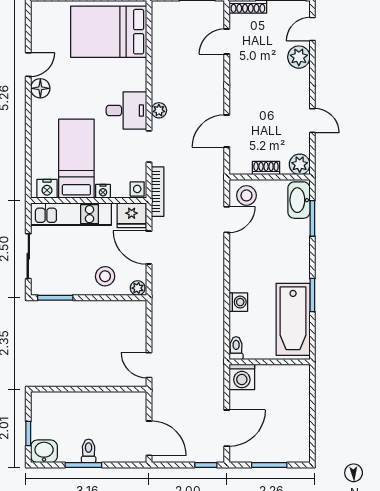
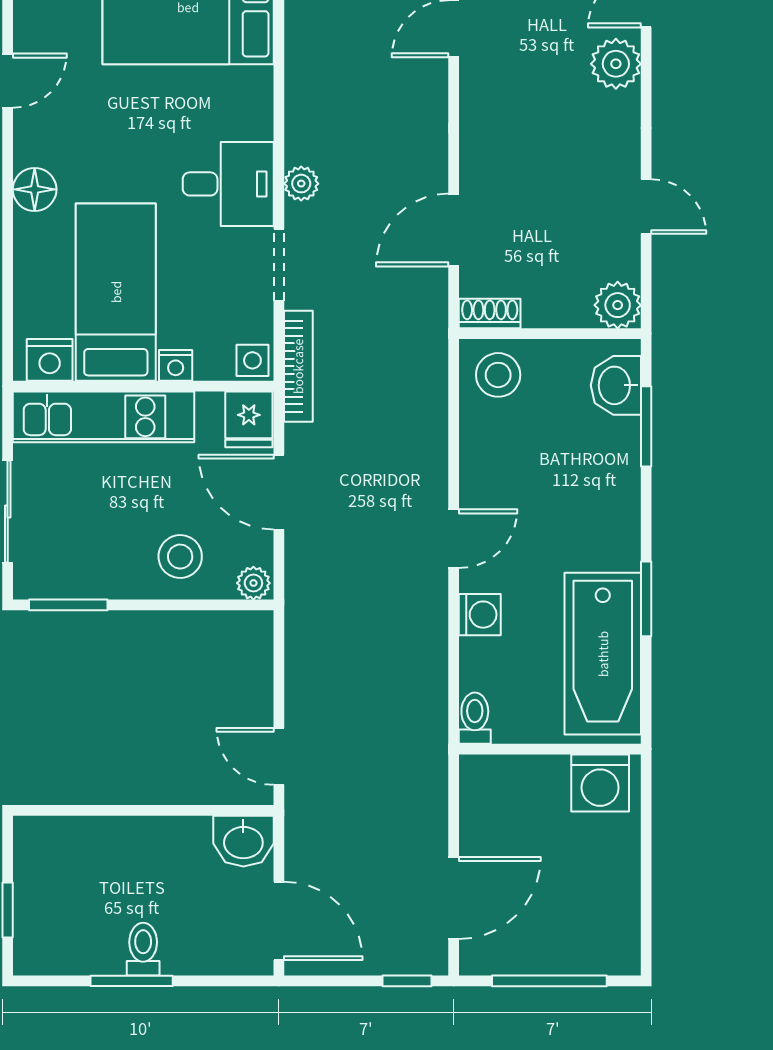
floor lamp: (40, 88) -> (35, 189), moved
shoe rack: (266, 168) -> (490, 313), moved
washbasin: (299, 200) -> (616, 385), width x0.72
fridge: (132, 215) -> (249, 419), width x0.72
door: (227, 220) -> (454, 539), moved
washing machine: (242, 377) -> (600, 783), moved
washbasin: (44, 451) -> (243, 841), moved, turned 180
window: (269, 465) -> (549, 981), width x1.44

